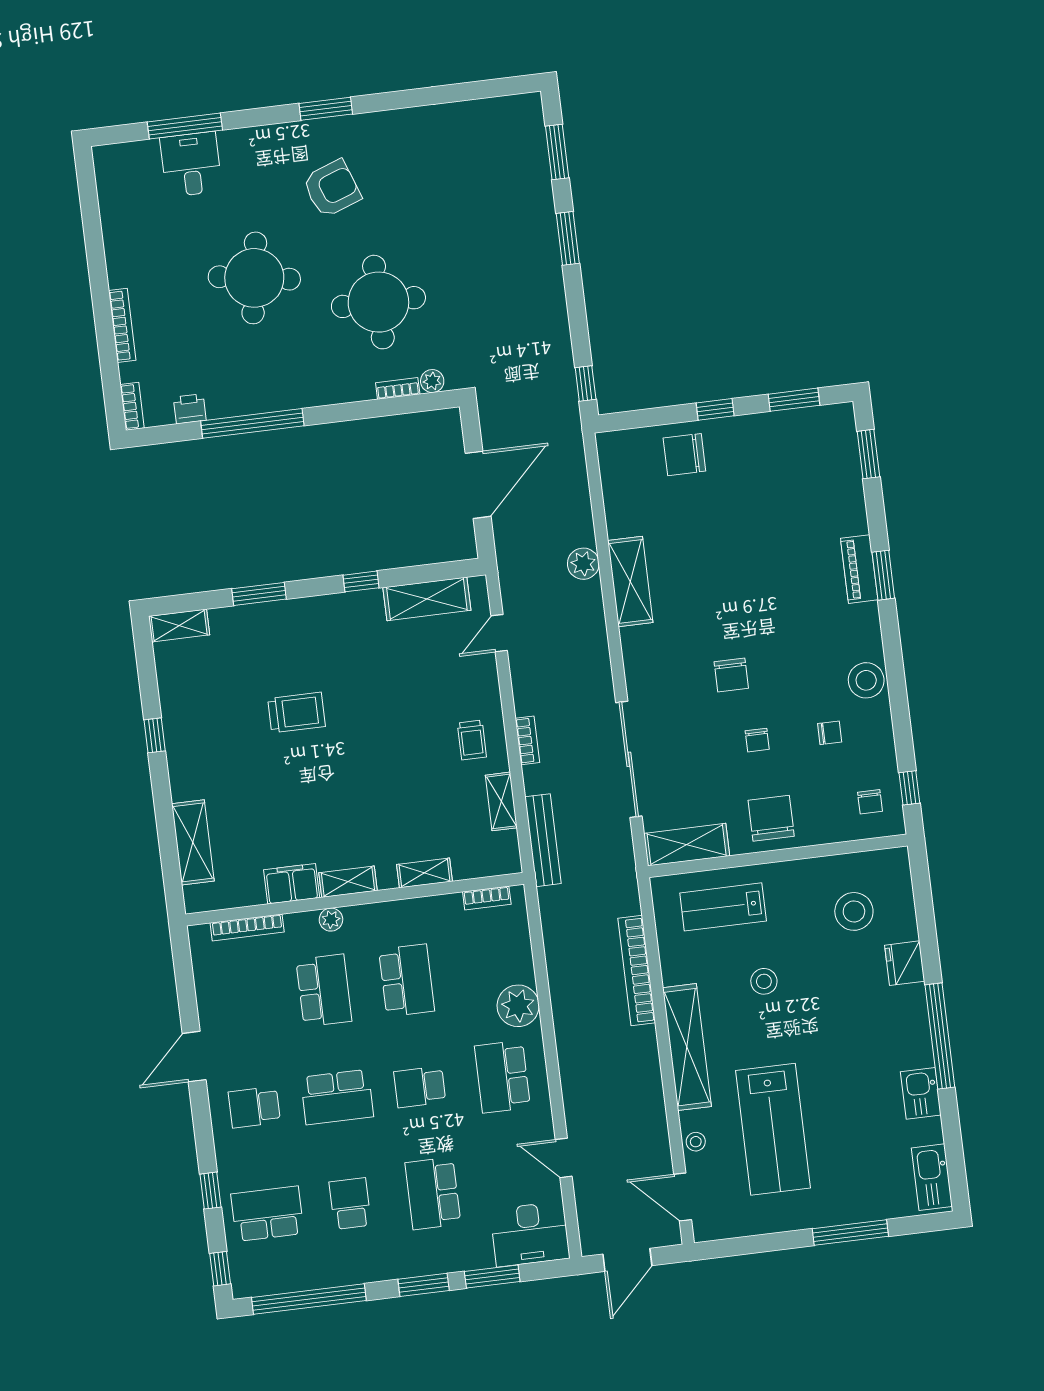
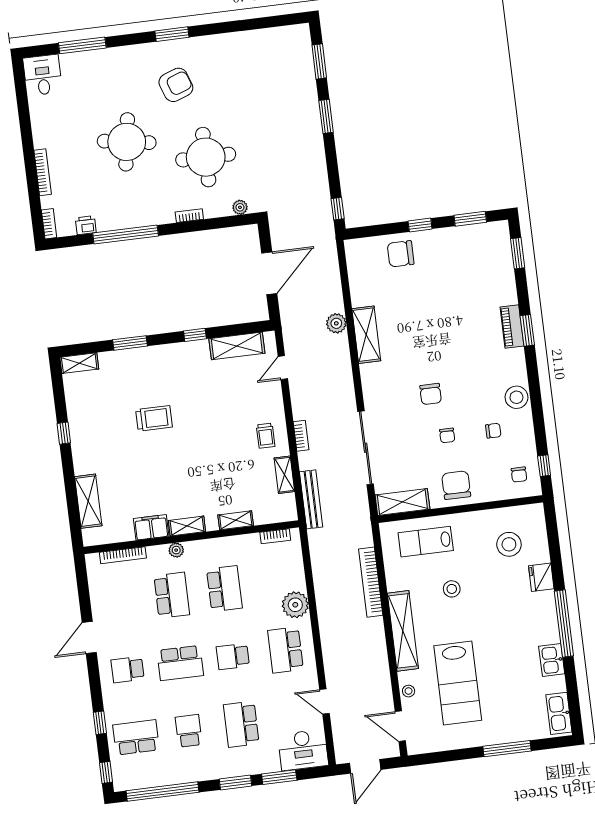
desk: (191, 164) -> (43, 75), moved
bookcase: (398, 388) -> (189, 216), moved

